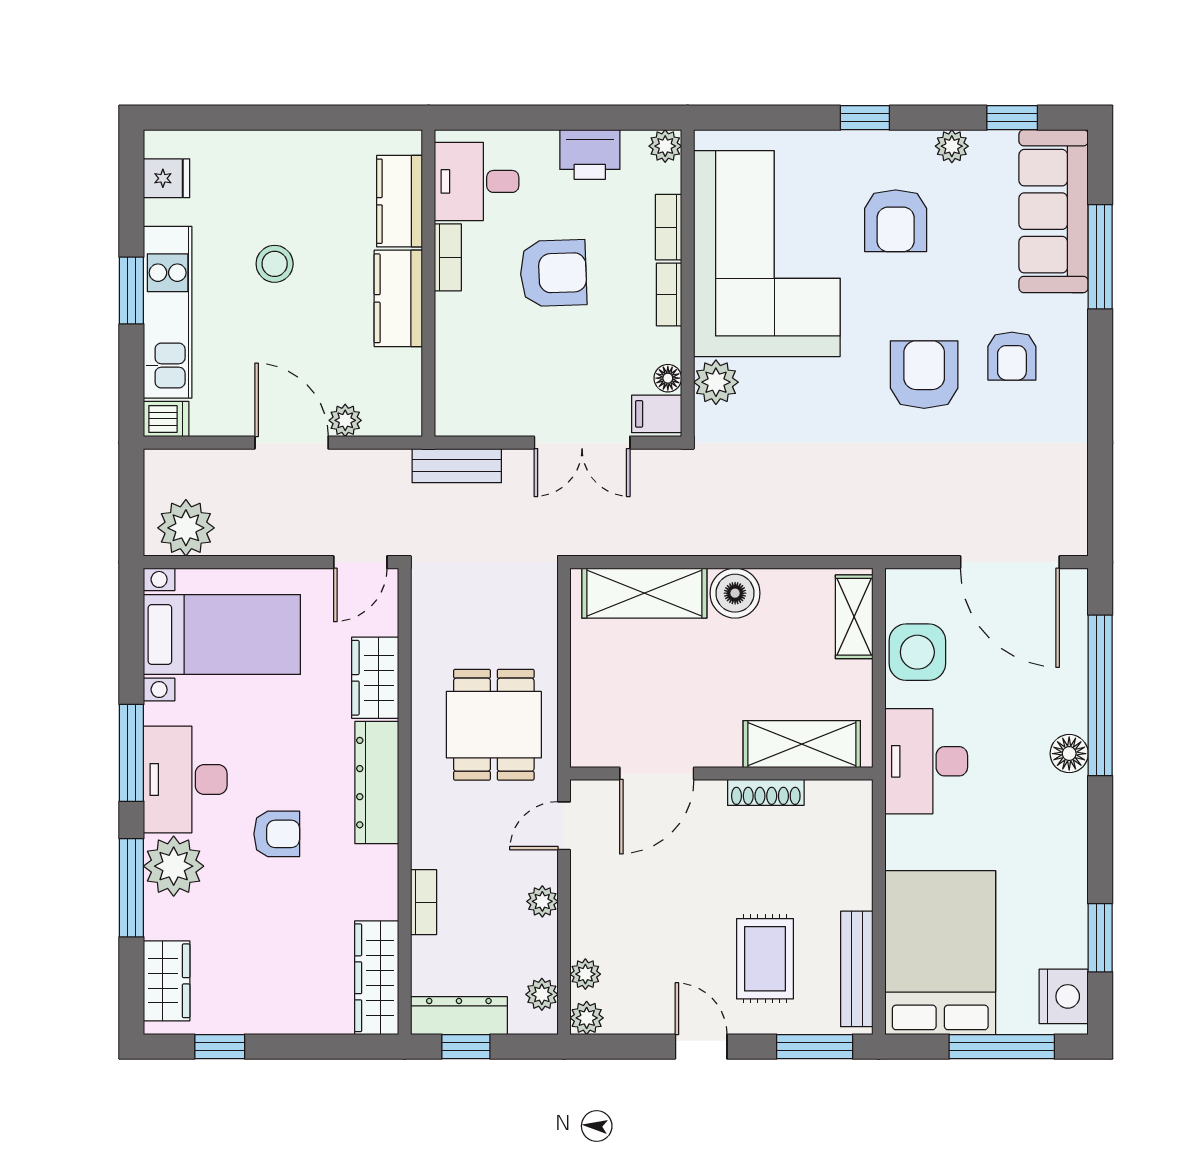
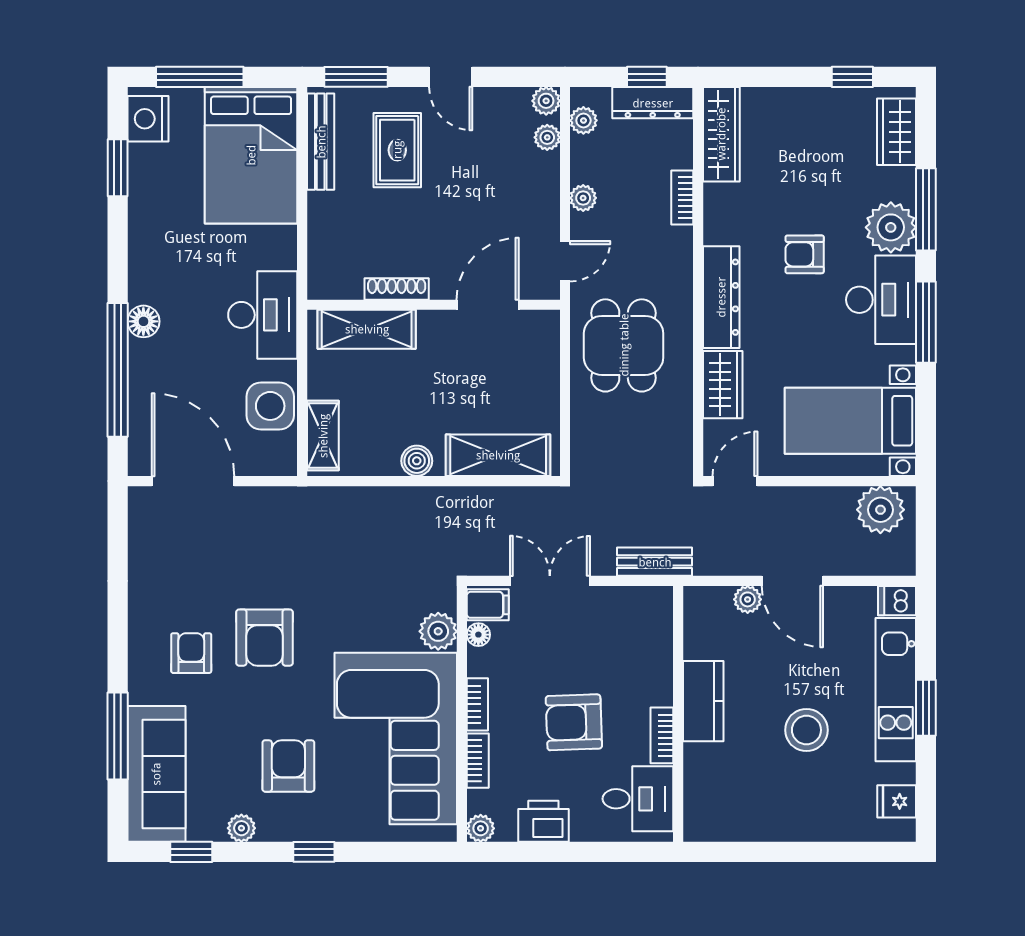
kitchen counter: (400, 201) -> (702, 782), removed
stool: (275, 264) -> (806, 730), width x1.38, depth x1.38
boiler: (735, 593) -> (417, 461), width x0.73, depth x0.73

